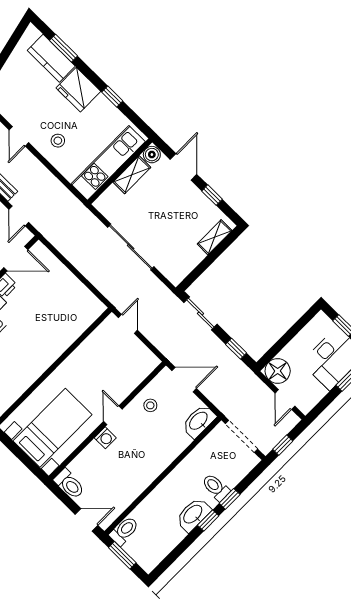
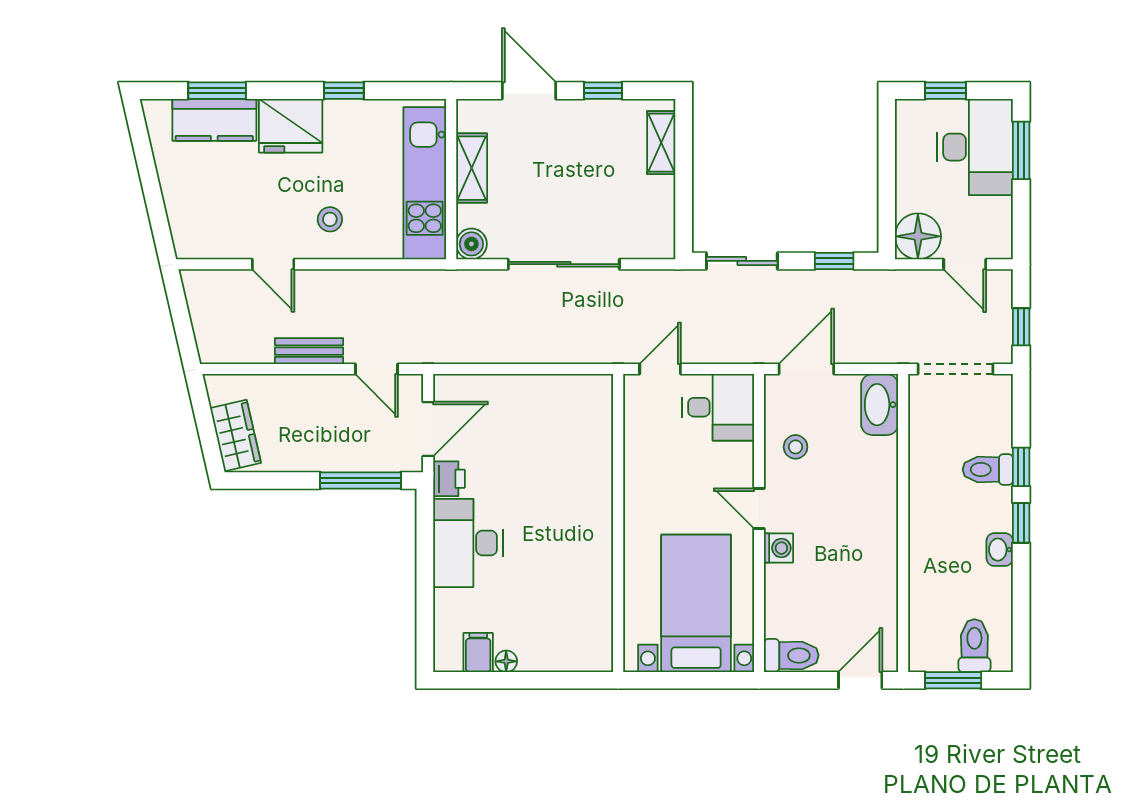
boiler: (152, 155) -> (471, 244), moved
door: (128, 324) -> (660, 369), hinge flipped
desk: (136, 361) -> (718, 407), added
washbasin: (193, 515) -> (1000, 550), width x0.52, depth x0.69
toilet: (124, 531) -> (974, 646), moved

